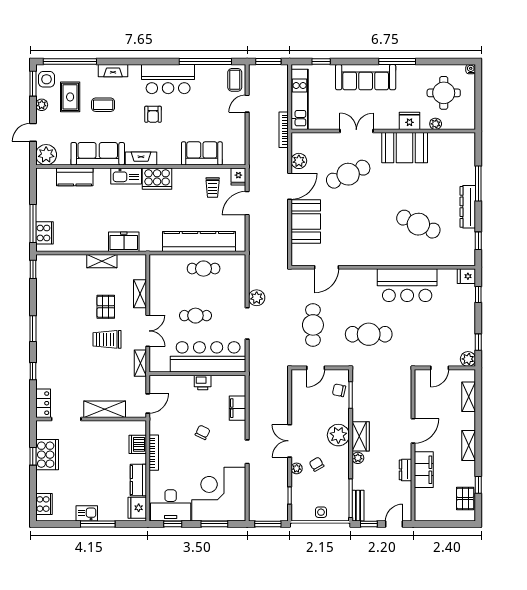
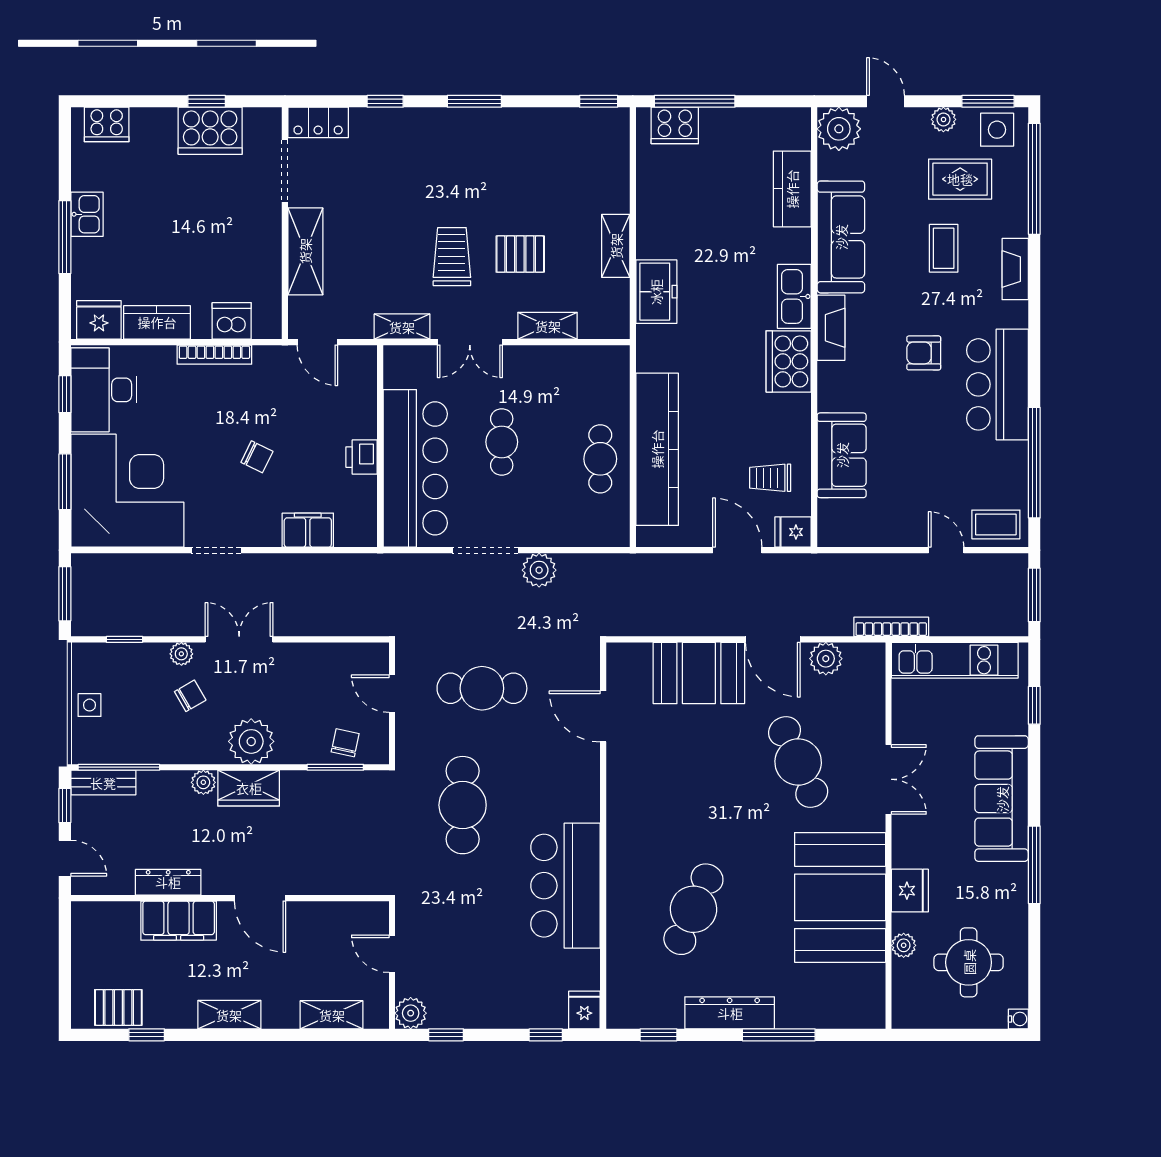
booth: (405, 148) -> (840, 897), width x1.36, depth x1.42
dresser: (406, 470) -> (168, 882), width x1.44

